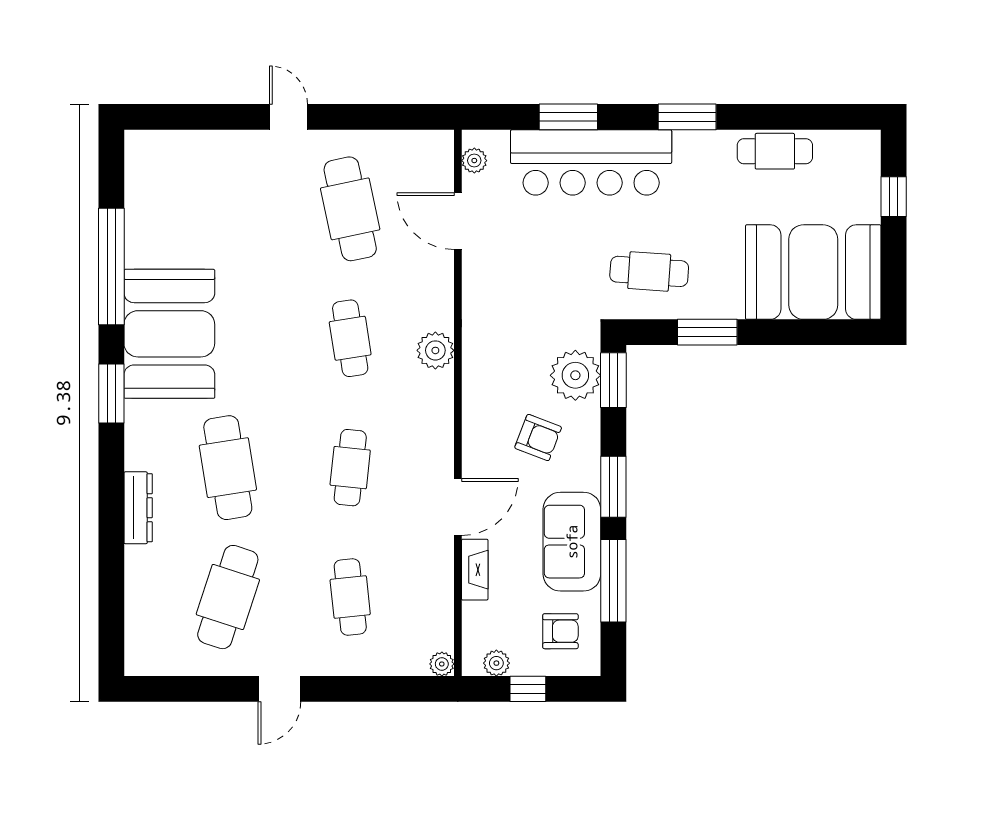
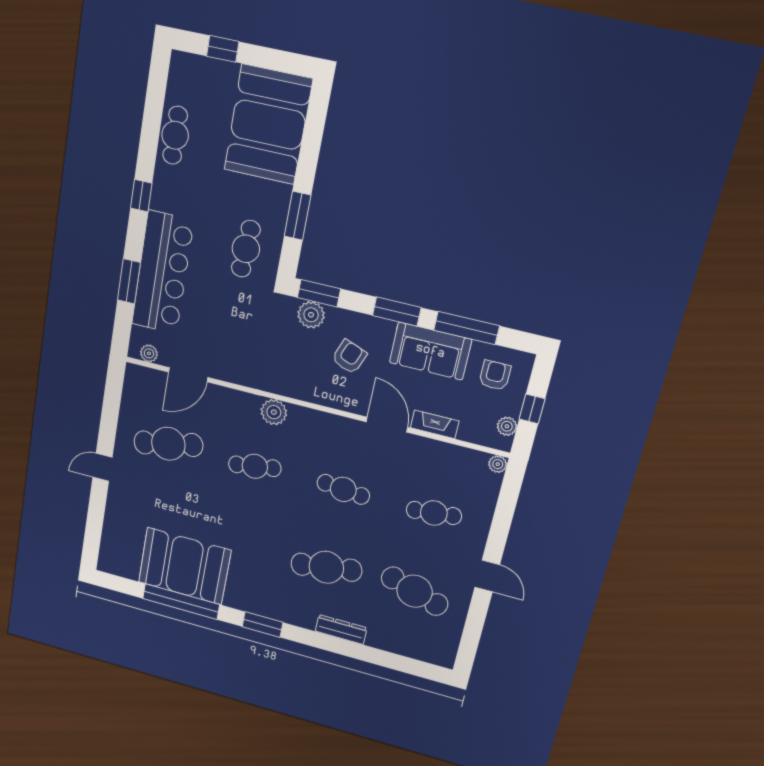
window: (687, 117) -> (141, 196), width x0.67
booth: (169, 334) -> (184, 566), moved
plant: (575, 375) -> (311, 315), width x0.73, depth x0.73

